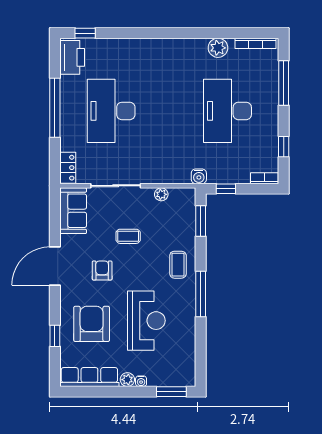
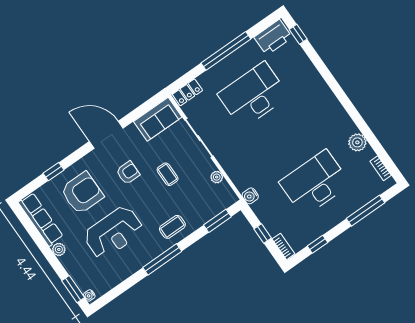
bookcase: (255, 43) -> (381, 168), width x0.64
window: (226, 189) -> (263, 234), moved
water cooler: (141, 381) -> (89, 295), moved

